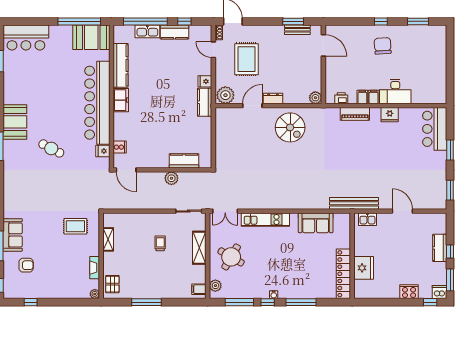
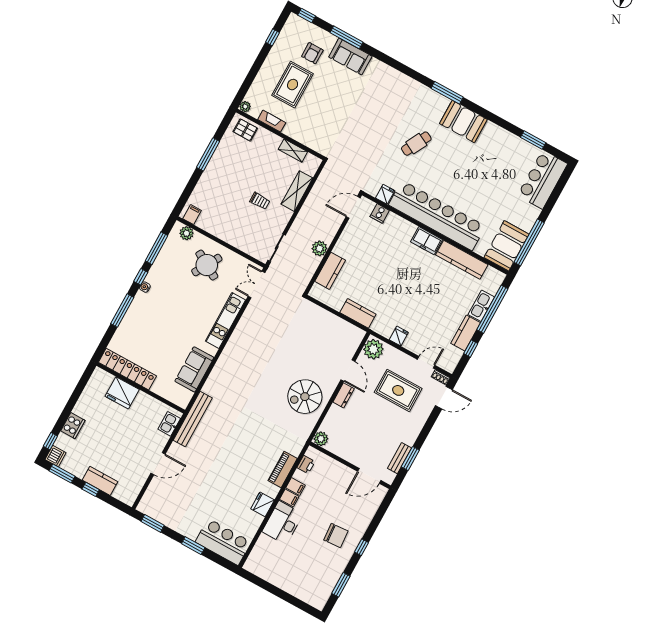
kitchen counter: (205, 102) -> (358, 313), moved
rug: (75, 226) -> (293, 85), moved, width x1.36, depth x1.43
shelving: (199, 248) -> (297, 191), moved, turned 90

